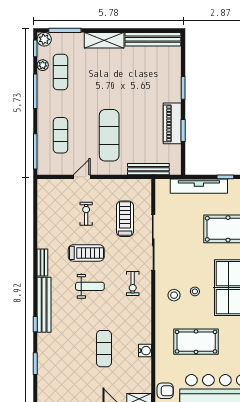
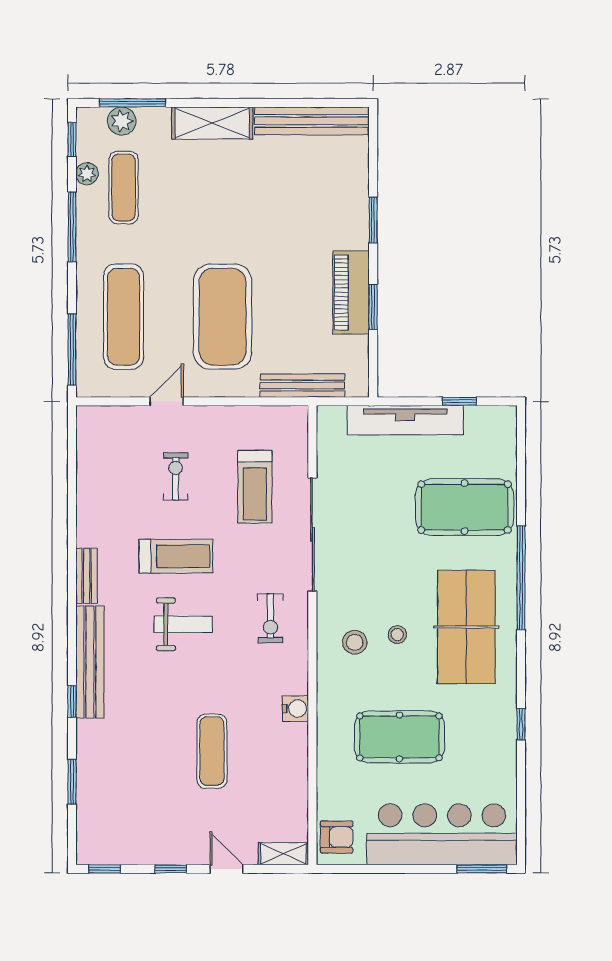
plant: (44, 39) -> (122, 121), moved
exercise mat: (61, 135) -> (124, 317), width x1.36, depth x1.45
exercise mat: (109, 135) -> (223, 317), width x1.47
treadmill: (125, 219) -> (255, 487), turned 180
water cooler: (145, 351) -> (295, 709), moved

